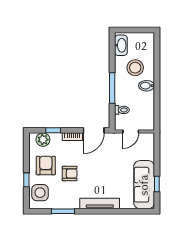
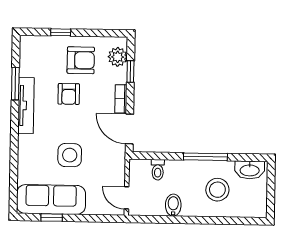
bidet: (147, 86) -> (173, 205), moved
window: (112, 88) -> (205, 157), moved
door: (131, 132) -> (127, 198), moved
side table: (40, 193) -> (70, 155), moved
tv unit: (100, 203) -> (26, 106), moved

